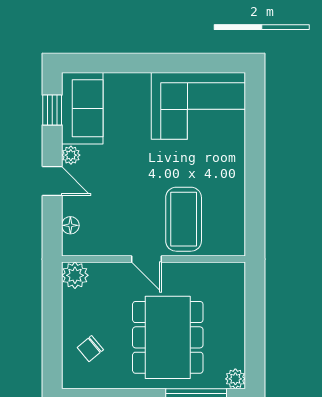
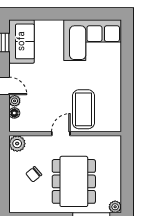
plant: (71, 155) -> (15, 101), moved
door: (146, 259) -> (61, 134), swing flipped
chair: (90, 349) -> (34, 174), moved

